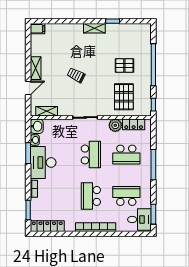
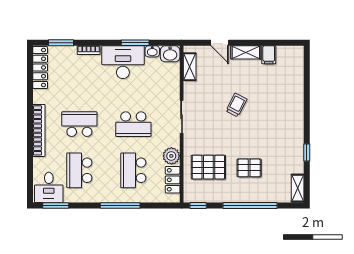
shelving: (94, 28) -> (298, 188), moved
filing cabinet: (37, 29) -> (269, 55), moved
pallet: (124, 65) -> (249, 168), turned 90
school desk: (126, 196) -> (79, 170), turned 180

